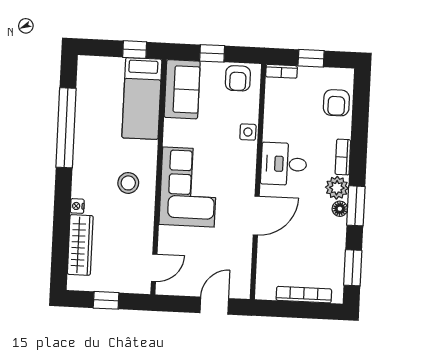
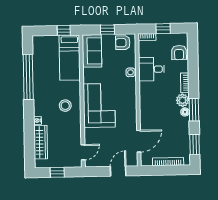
armchair: (238, 78) -> (123, 43), turned 90
desk: (284, 164) -> (151, 69), moved
door: (256, 216) -> (139, 141), moved

